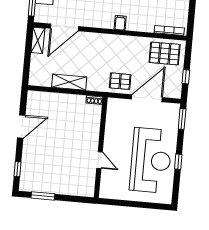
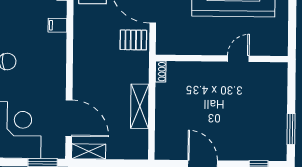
filing cabinet: (120, 23) -> (57, 25), moved
pallet: (120, 81) -> (133, 40), turned 90

